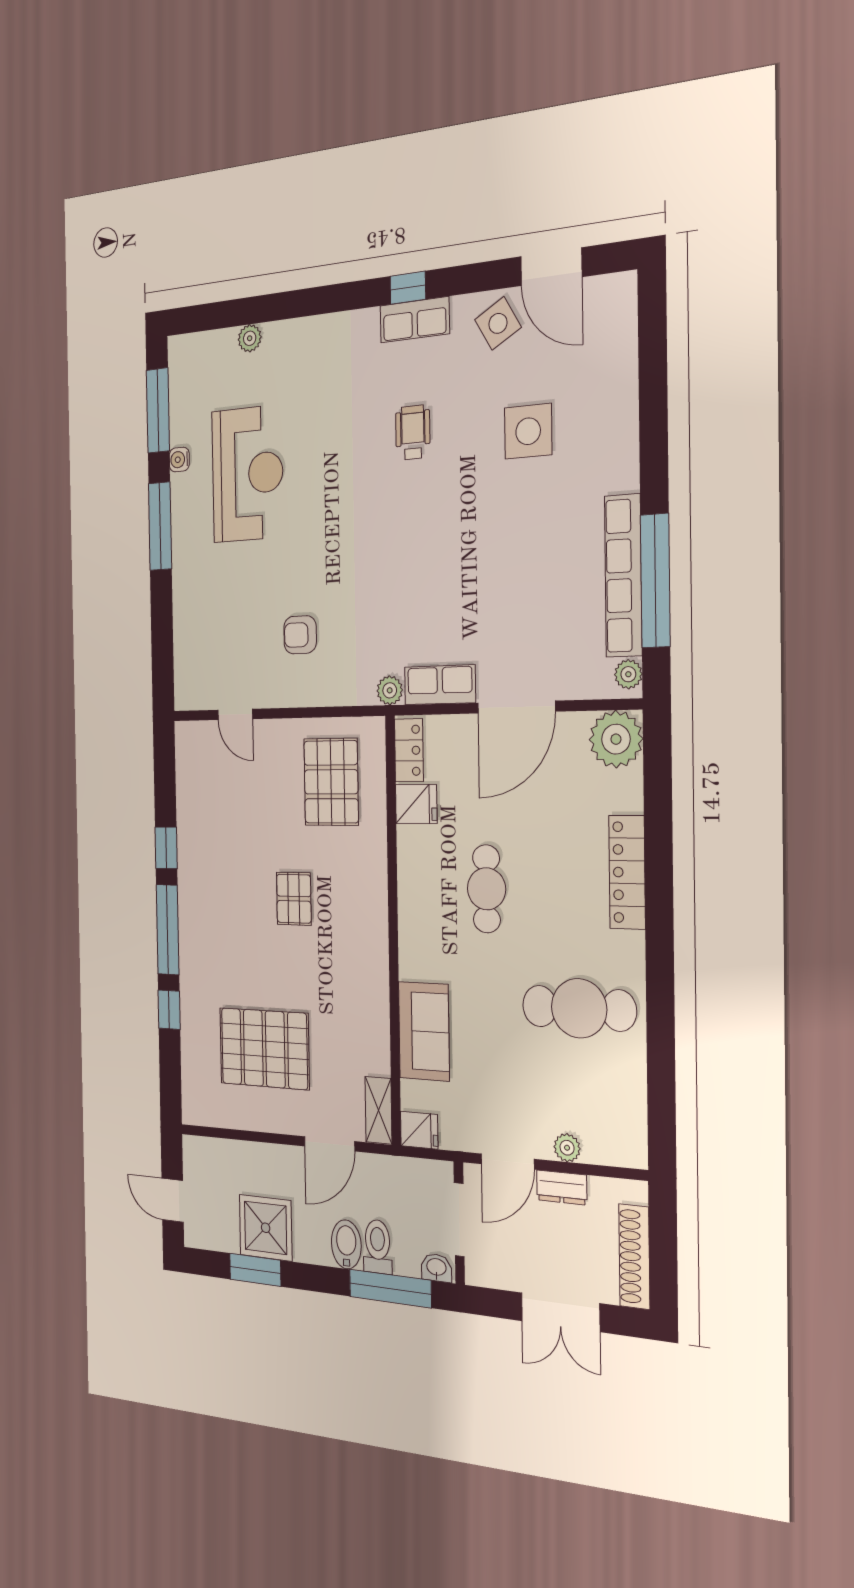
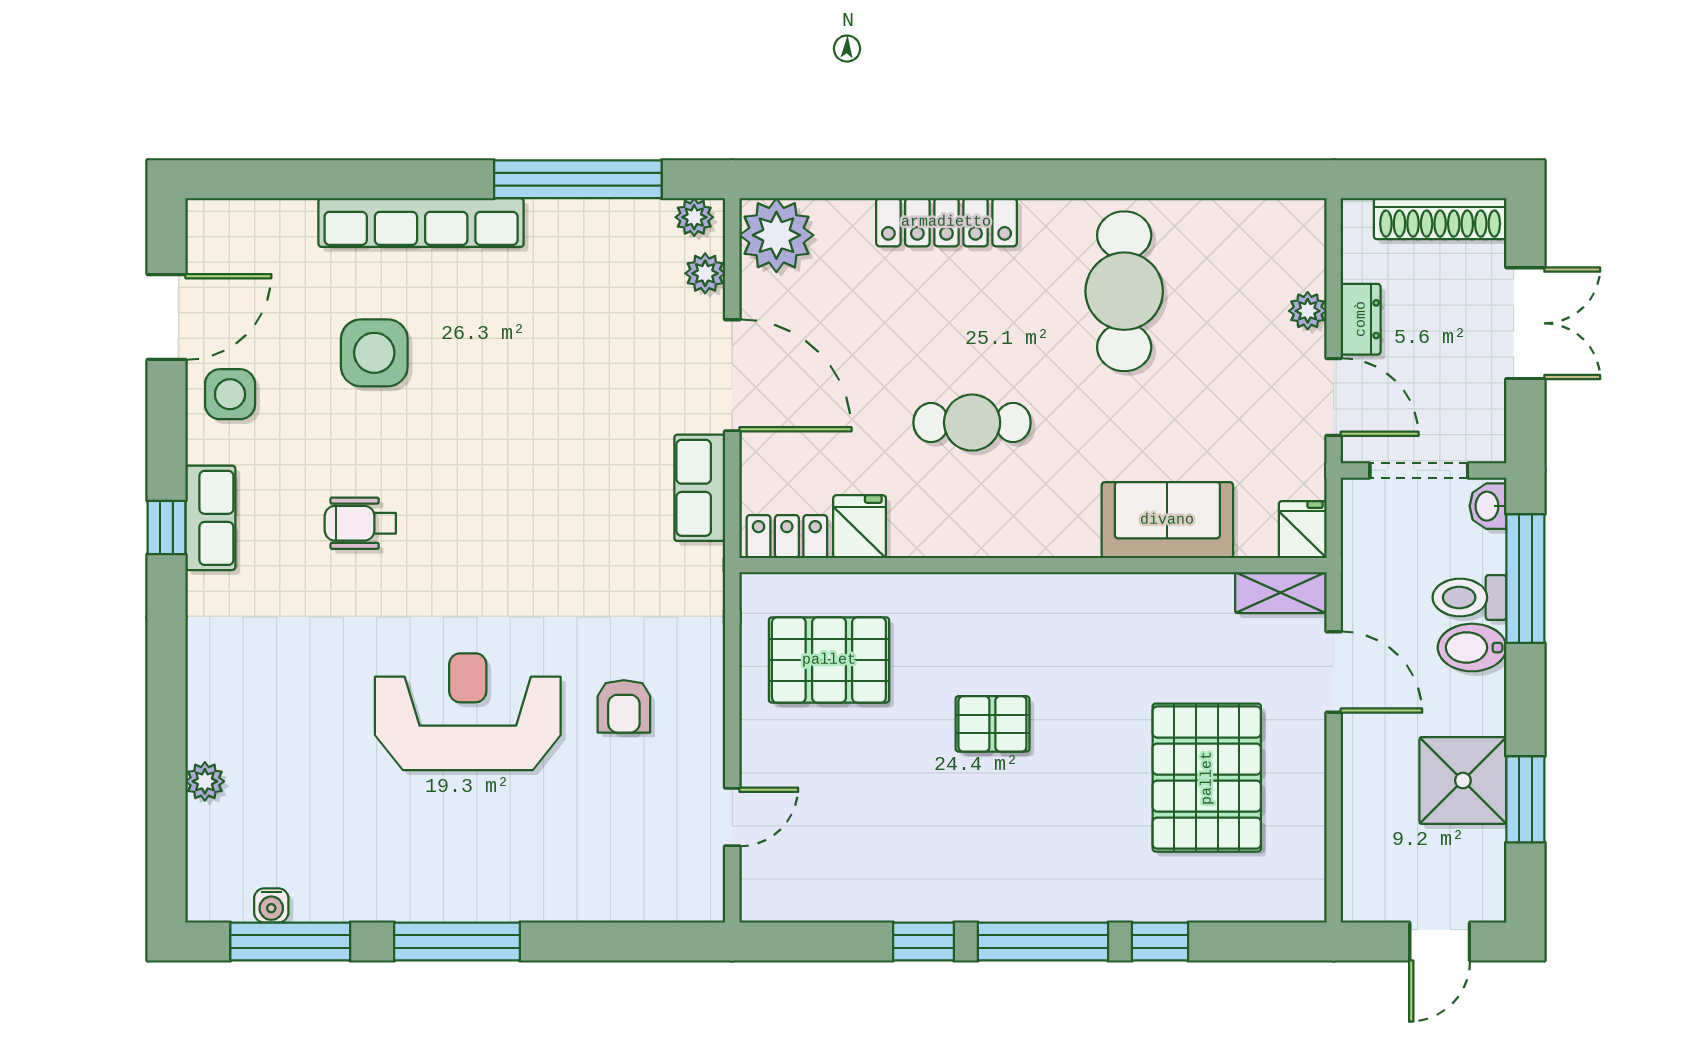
side table: (498, 323) -> (230, 394), turned 30
water cooler: (179, 460) -> (271, 905), moved
reception desk: (247, 474) -> (468, 712), moved
row of seats: (623, 576) -> (421, 223), moved
plant: (390, 690) -> (705, 273), moved

